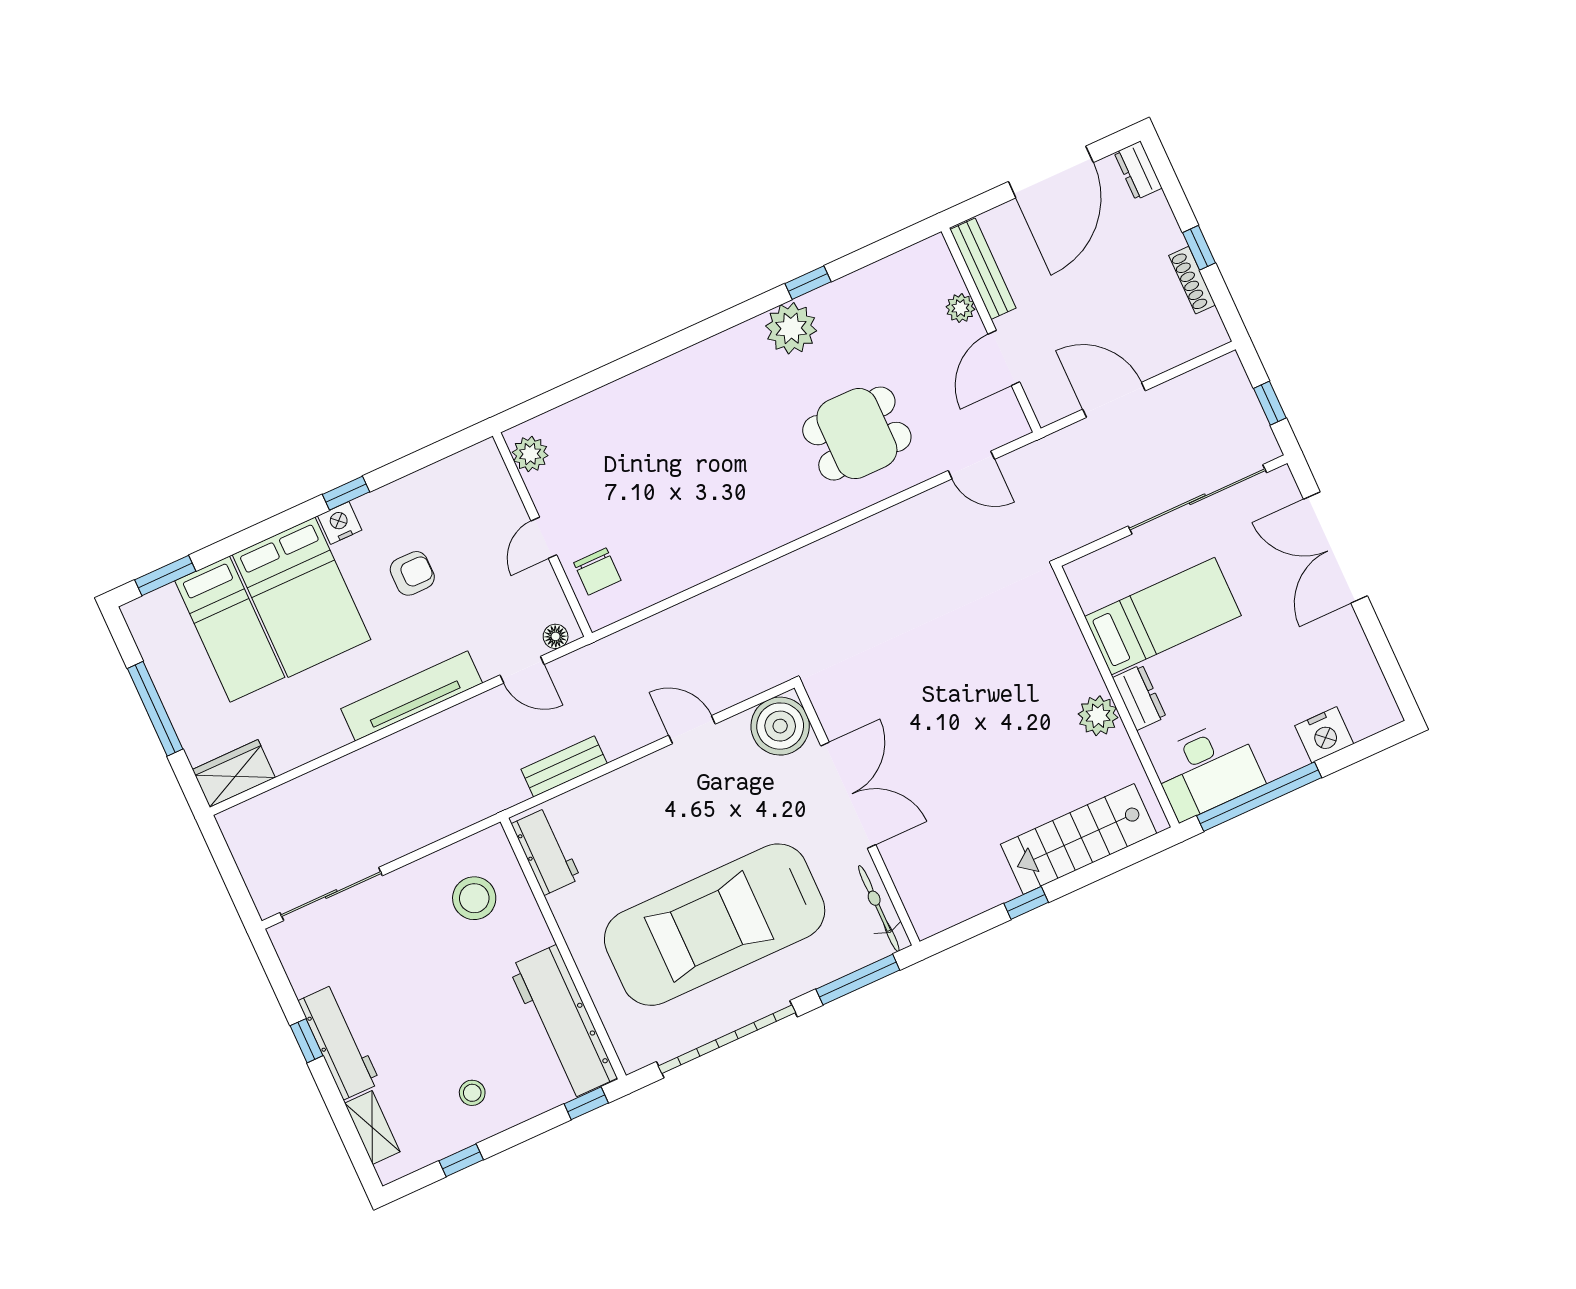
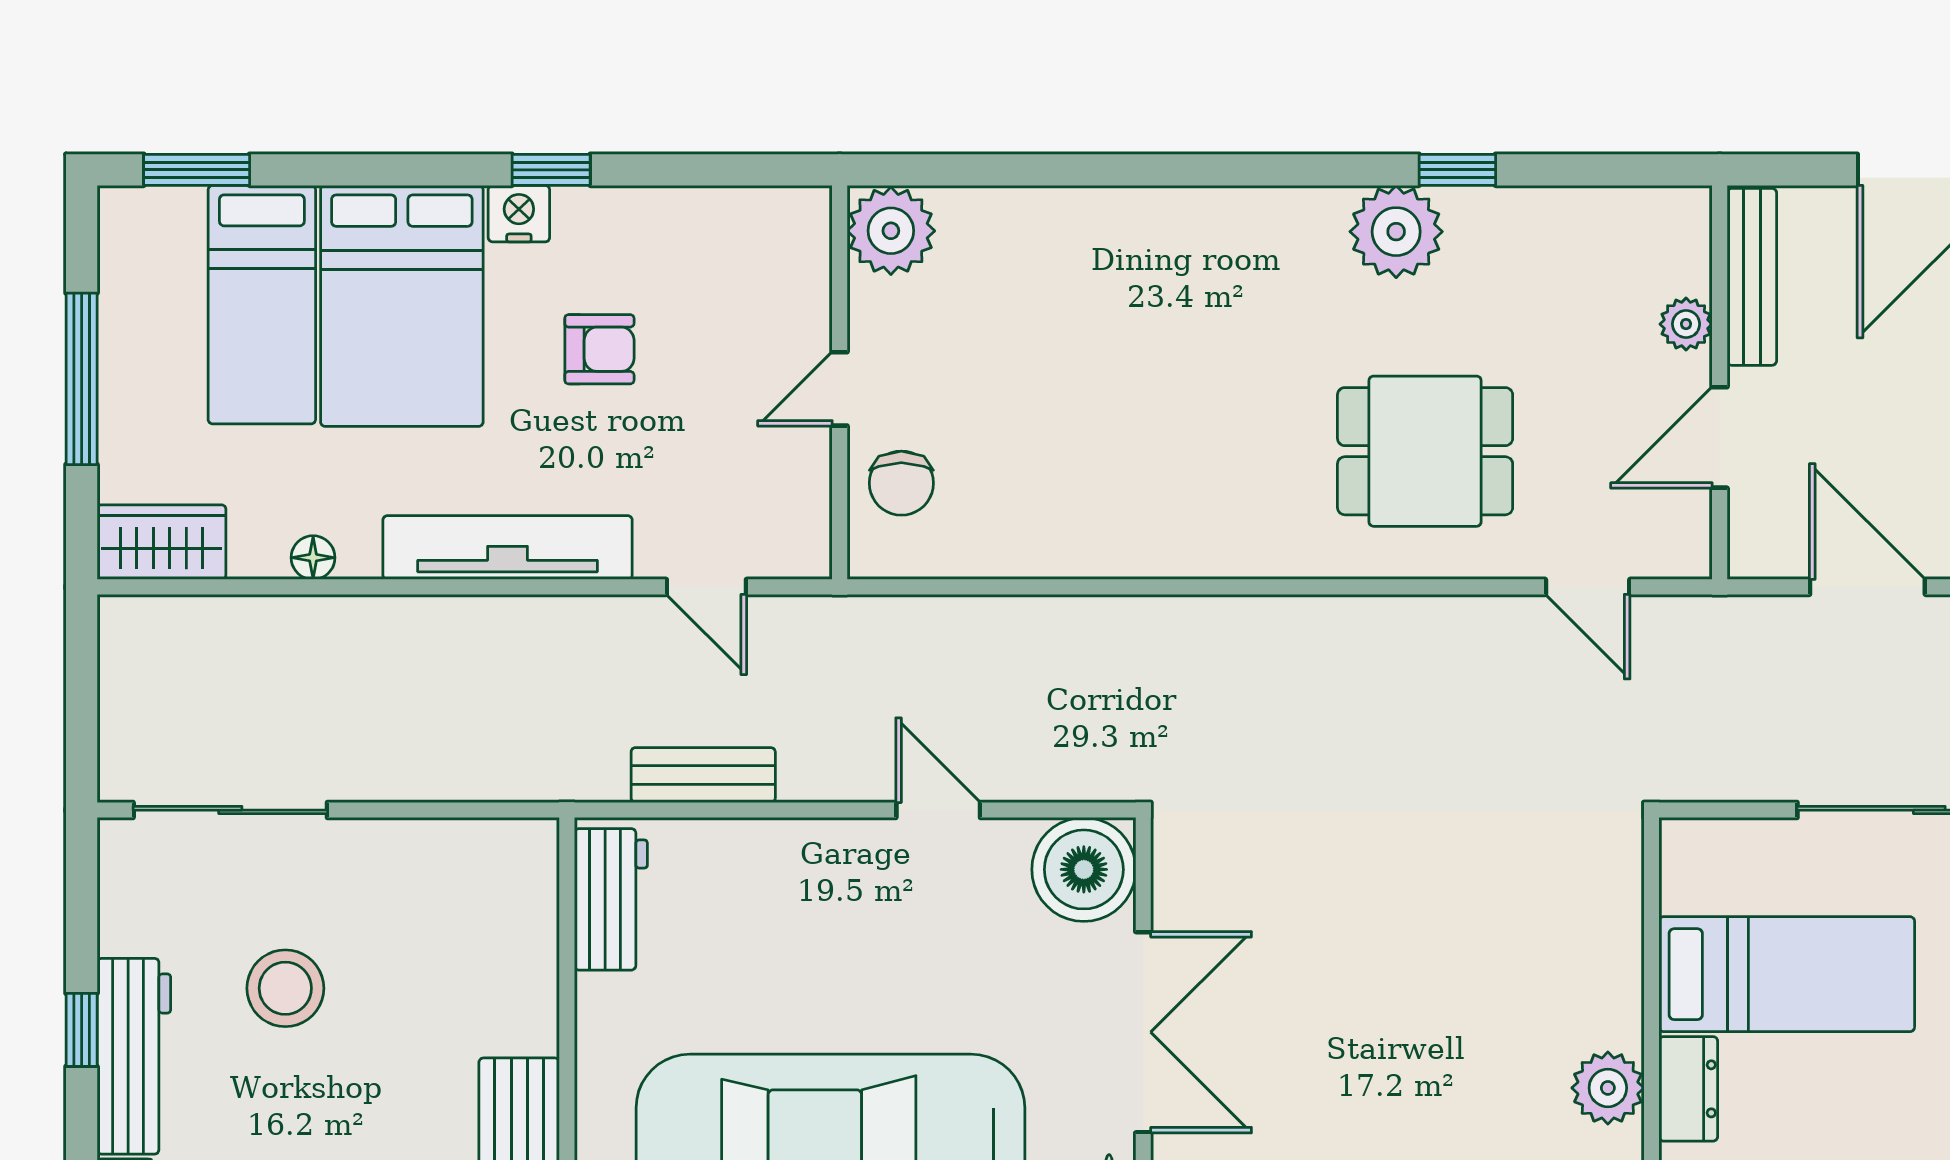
plant: (530, 454) -> (891, 231), width x1.36, depth x1.36
floor lamp: (556, 636) -> (313, 558), moved
stool: (474, 898) -> (285, 988), moved

